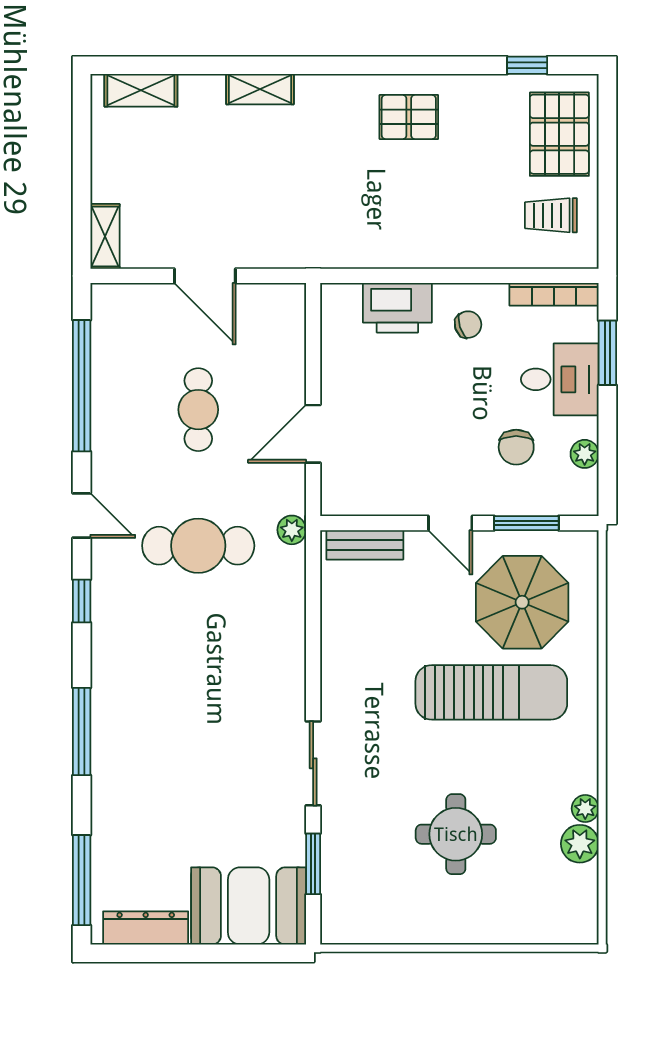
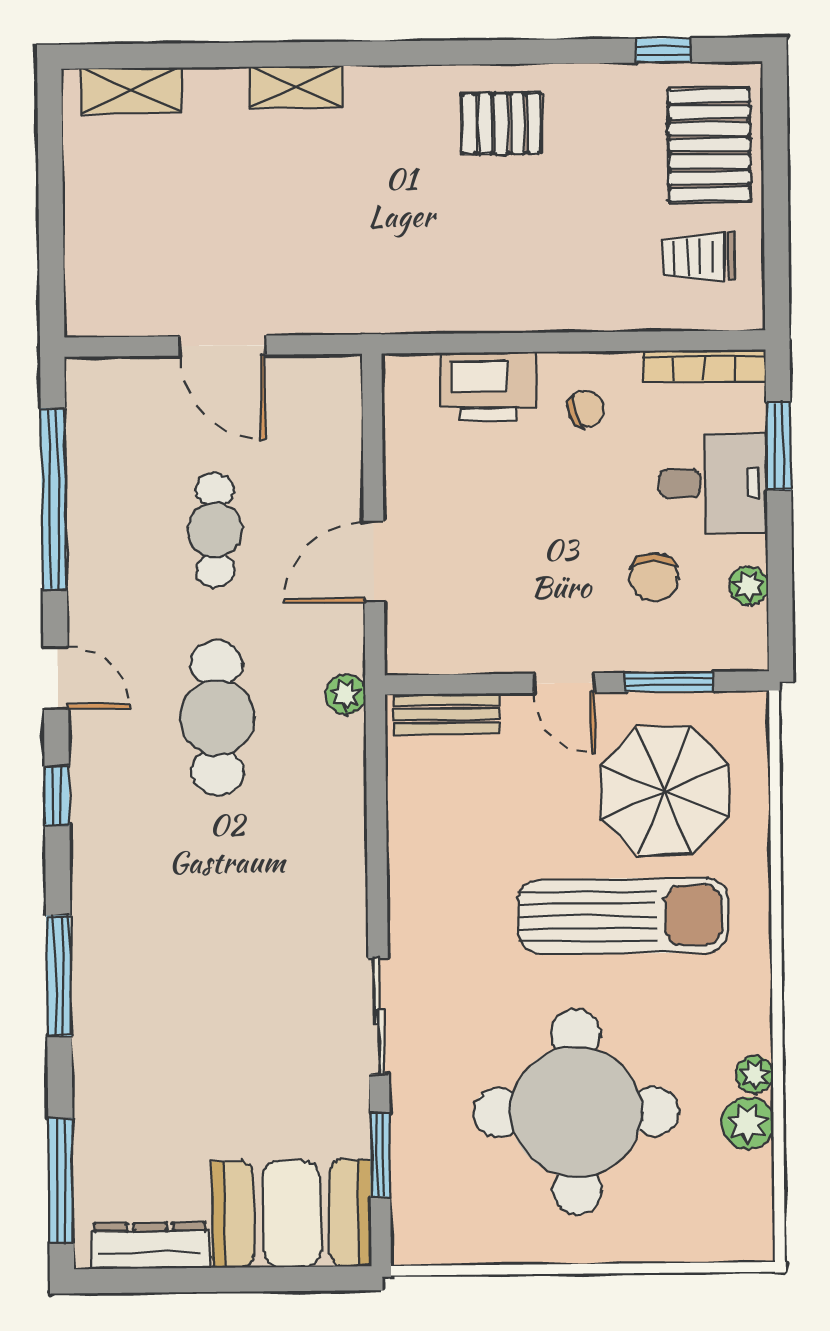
shelving: (105, 236) -> (84, 293), removed
cafe table: (198, 546) -> (217, 718), turned 90
round table: (456, 834) -> (576, 1112), width x1.86, depth x1.86

